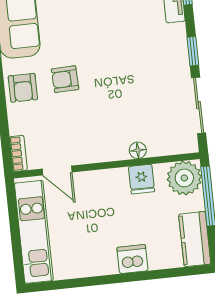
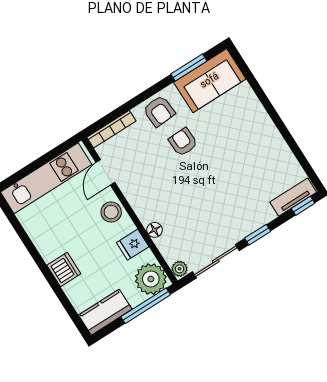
armchair: (23, 88) -> (159, 111), turned -94
plant: (188, 145) -> (180, 269), added
bookcase: (18, 153) -> (111, 129), width x1.56
stool: (99, 184) -> (111, 212), added

